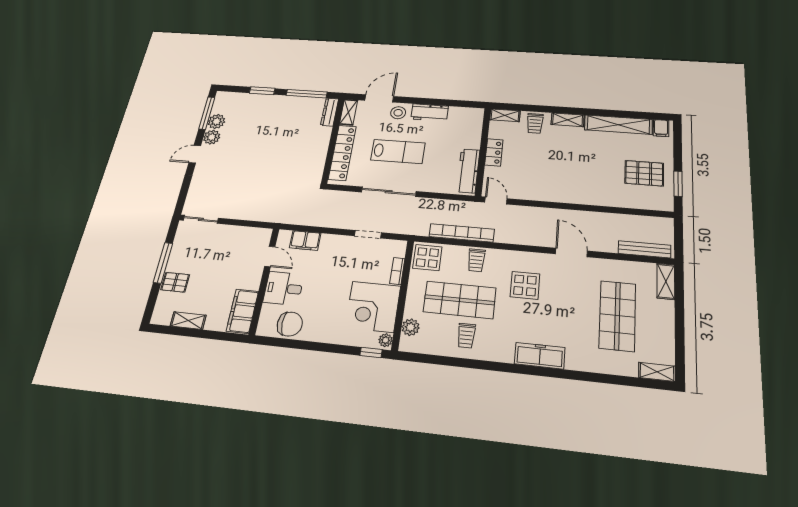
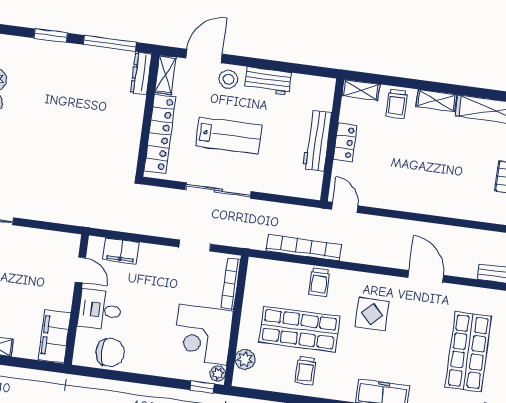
workbench: (468, 171) -> (317, 141), moved
display table: (427, 258) -> (264, 277), removed
bookcase: (397, 271) -> (231, 284), width x1.56

